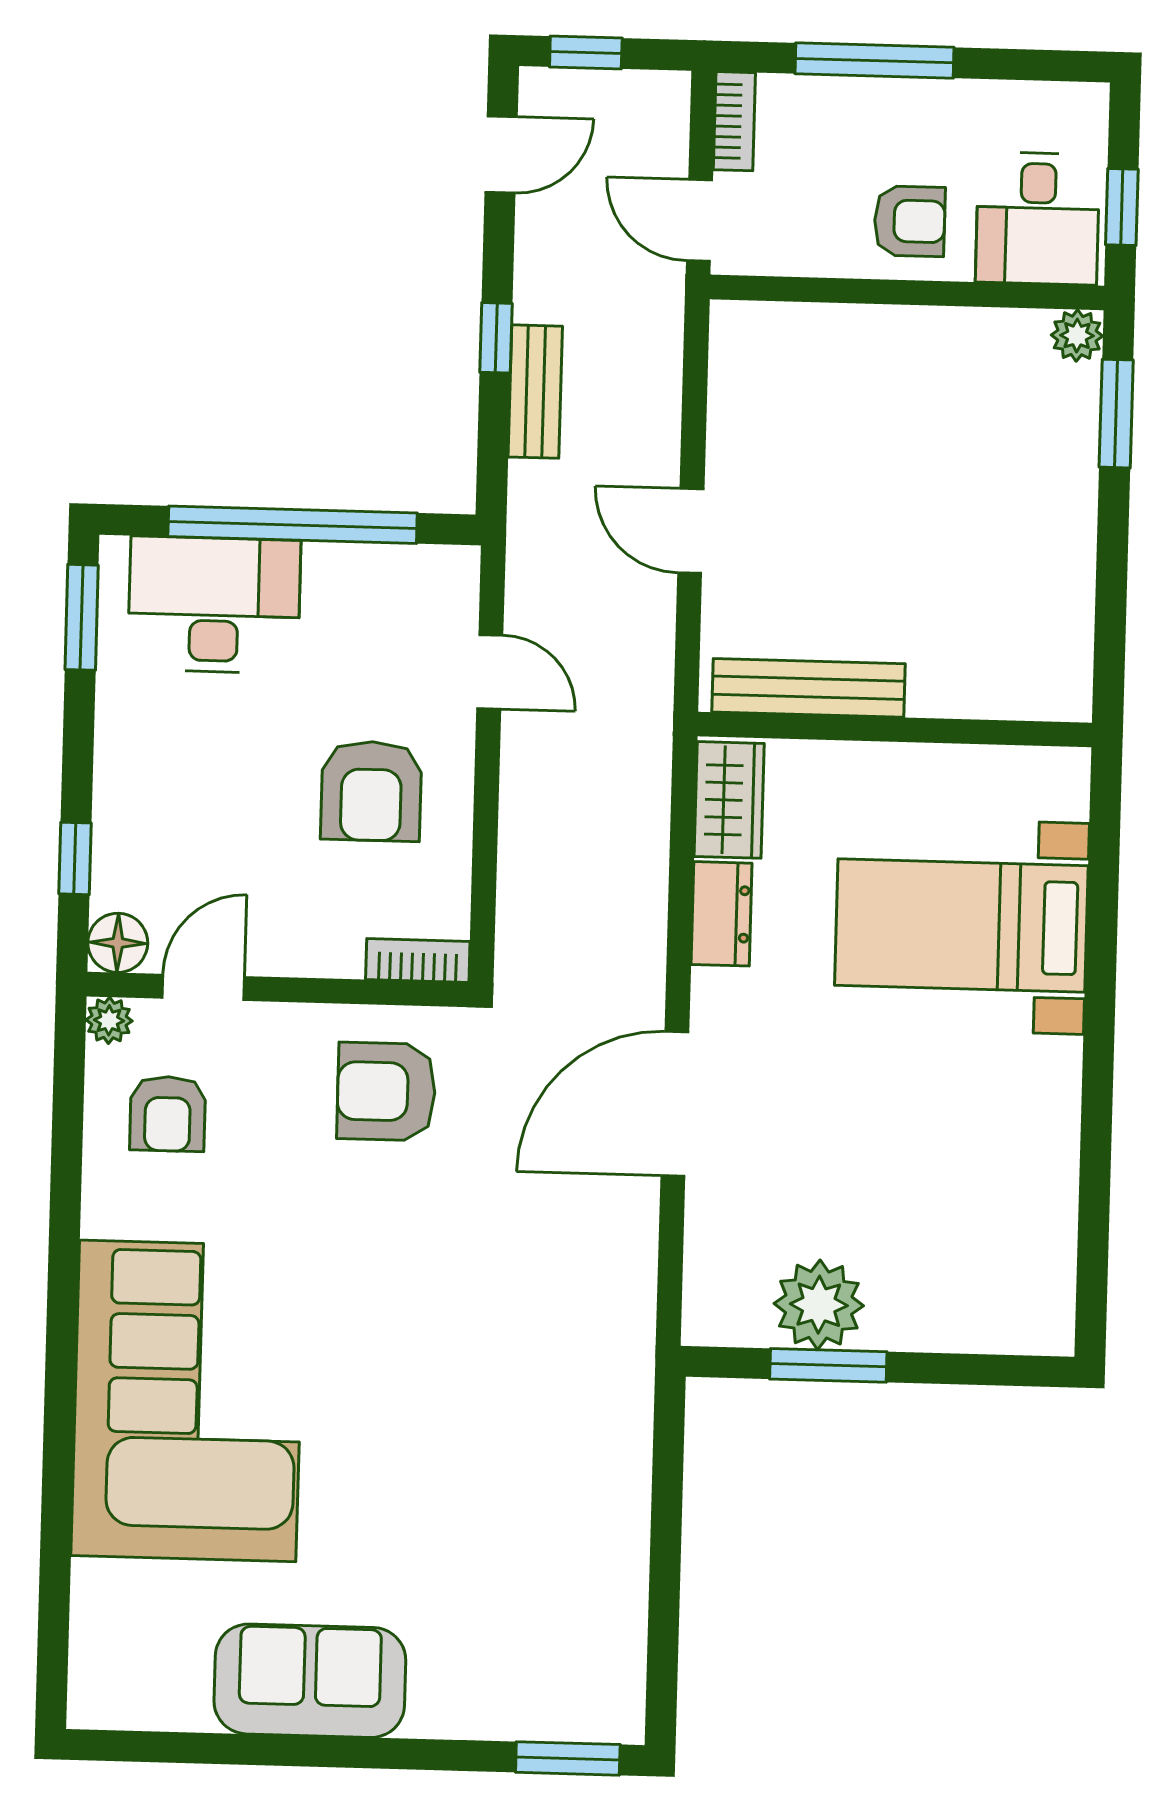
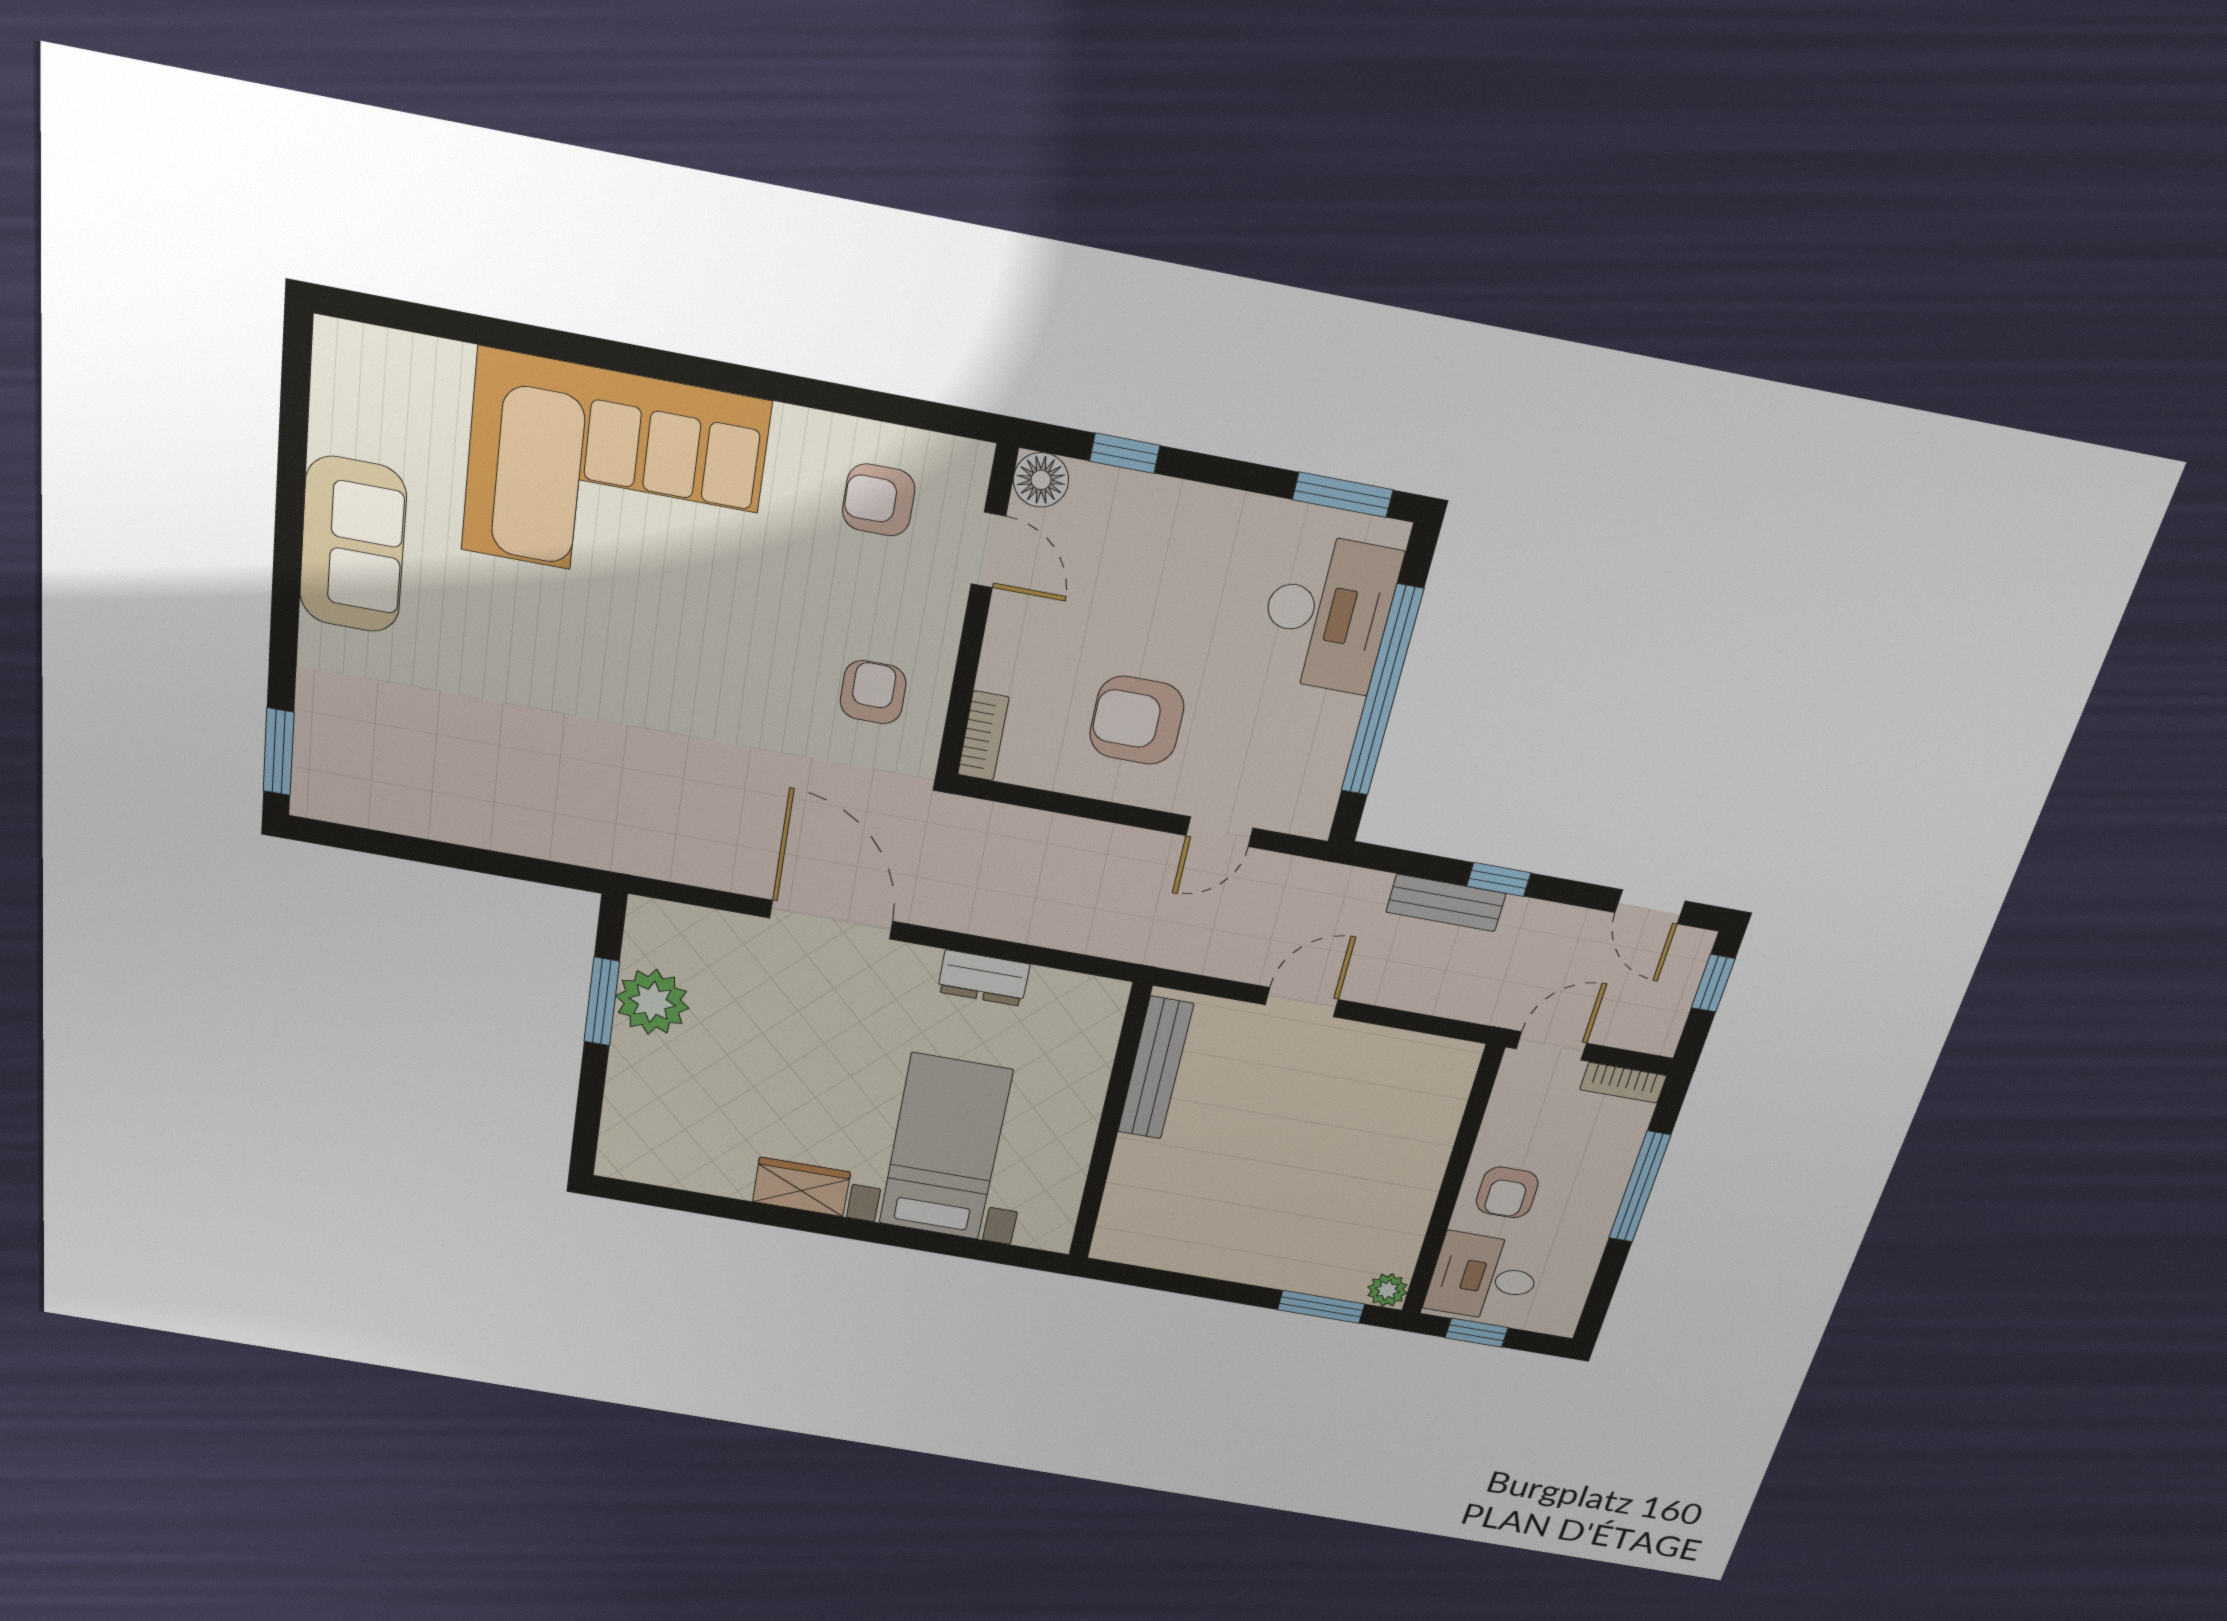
wardrobe: (729, 800) -> (801, 1187), moved, turned 180
plant: (109, 1020) -> (971, 461), removed
armchair: (386, 1092) -> (873, 692), width x0.72, depth x0.72

